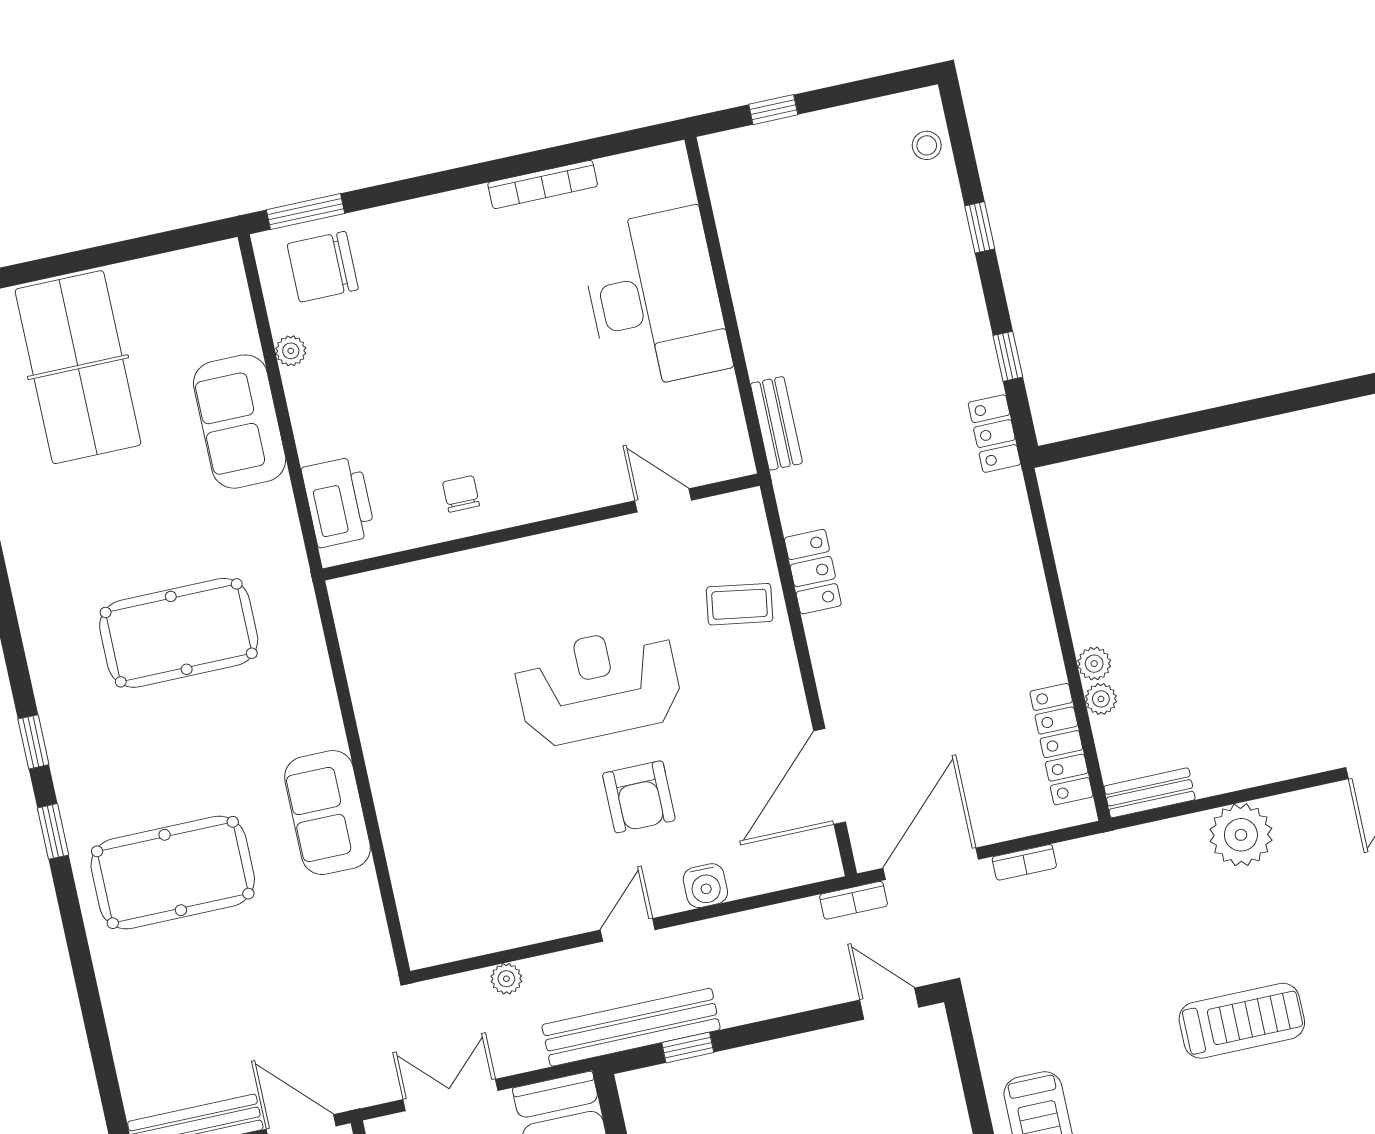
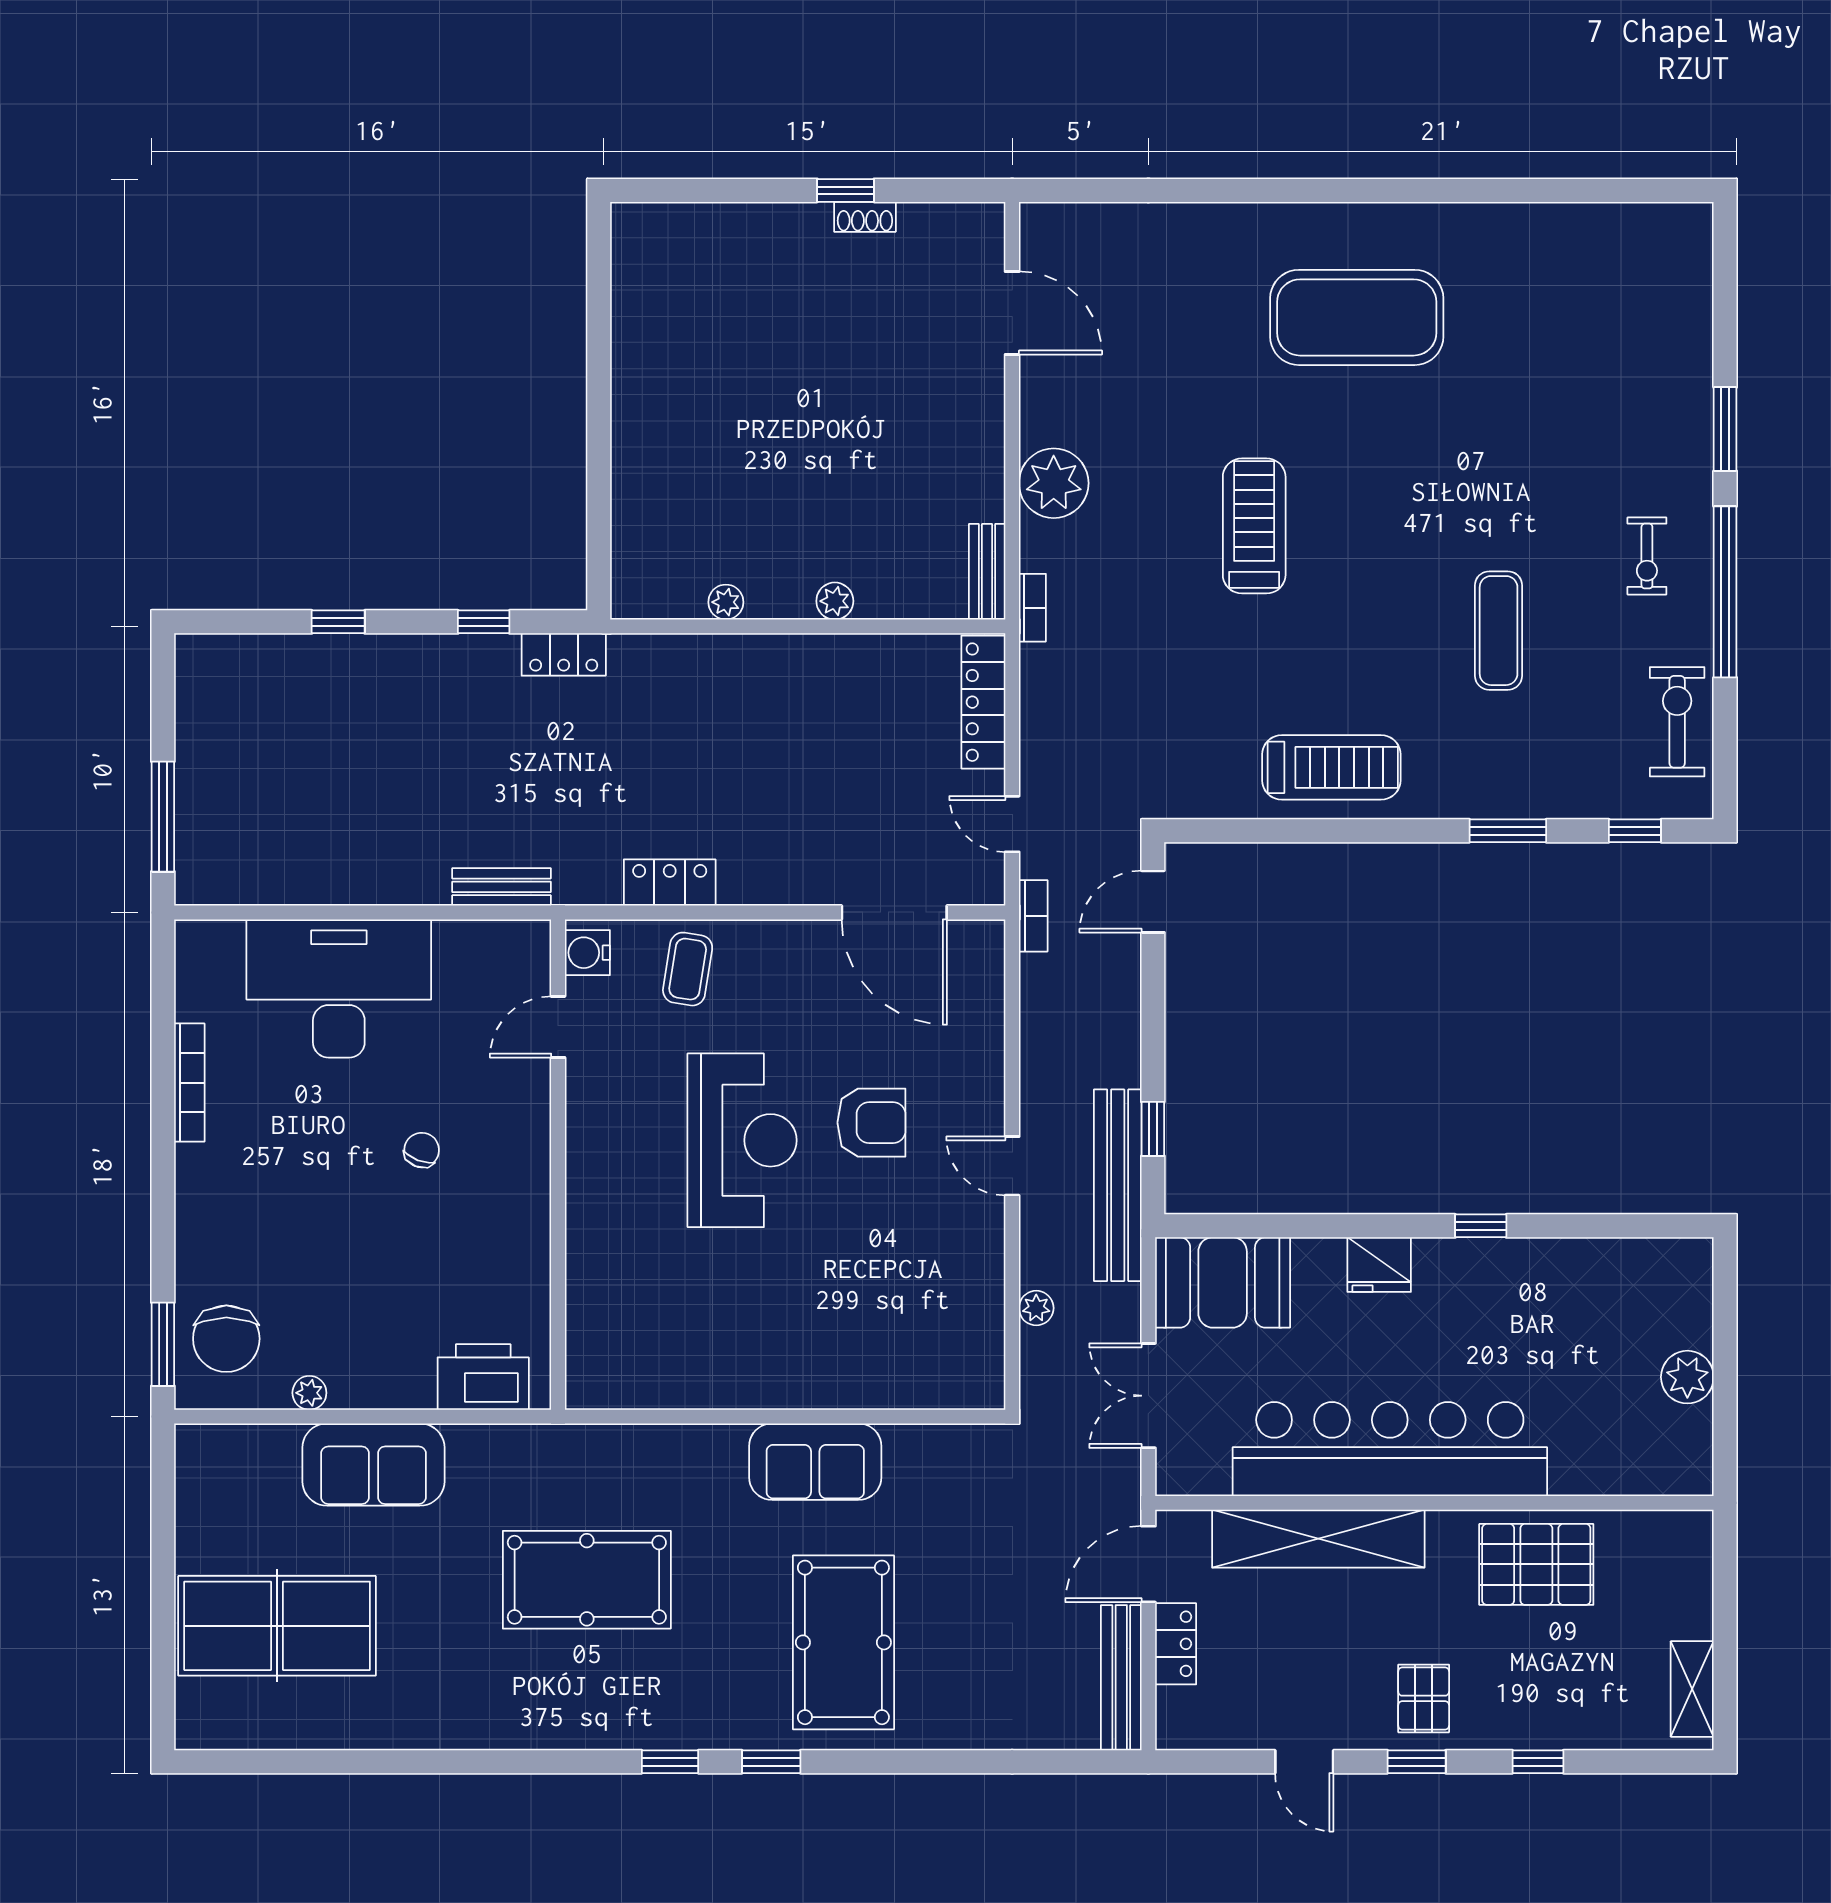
window: (773, 110) -> (163, 817), width x2.17
stool: (927, 145) -> (237, 660), removed
chair: (461, 494) -> (422, 1150), moved, turned 111
pool table: (179, 633) -> (587, 1580), turned 90
reception desk: (598, 686) -> (742, 1140), turned 180
plant: (1101, 699) -> (726, 602), moved
locker: (1061, 744) -> (983, 702), moved, turned 90
bookcase: (1024, 862) -> (1032, 608), moved
door: (931, 864) -> (1012, 824), width x0.53
water cooler: (705, 886) -> (587, 953), moved, turned 180

